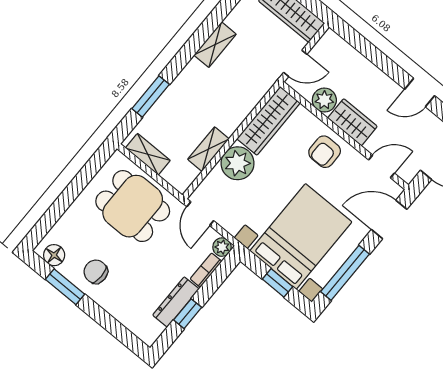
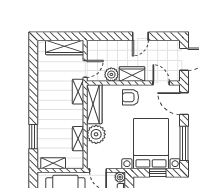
shelving: (215, 45) -> (78, 92), moved
door: (420, 93) -> (140, 36), moved
armchair: (325, 152) -> (130, 97), turned 90
door: (381, 166) -> (161, 83), hinge flipped
door: (389, 219) -> (184, 104), hinge flipped

